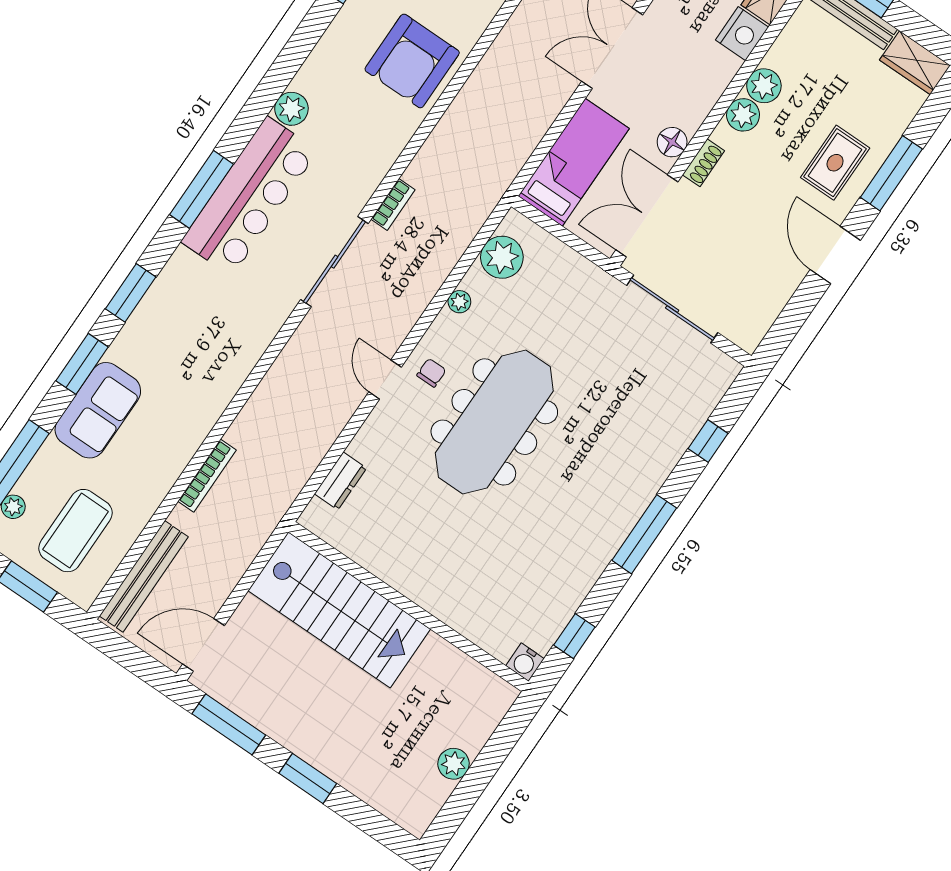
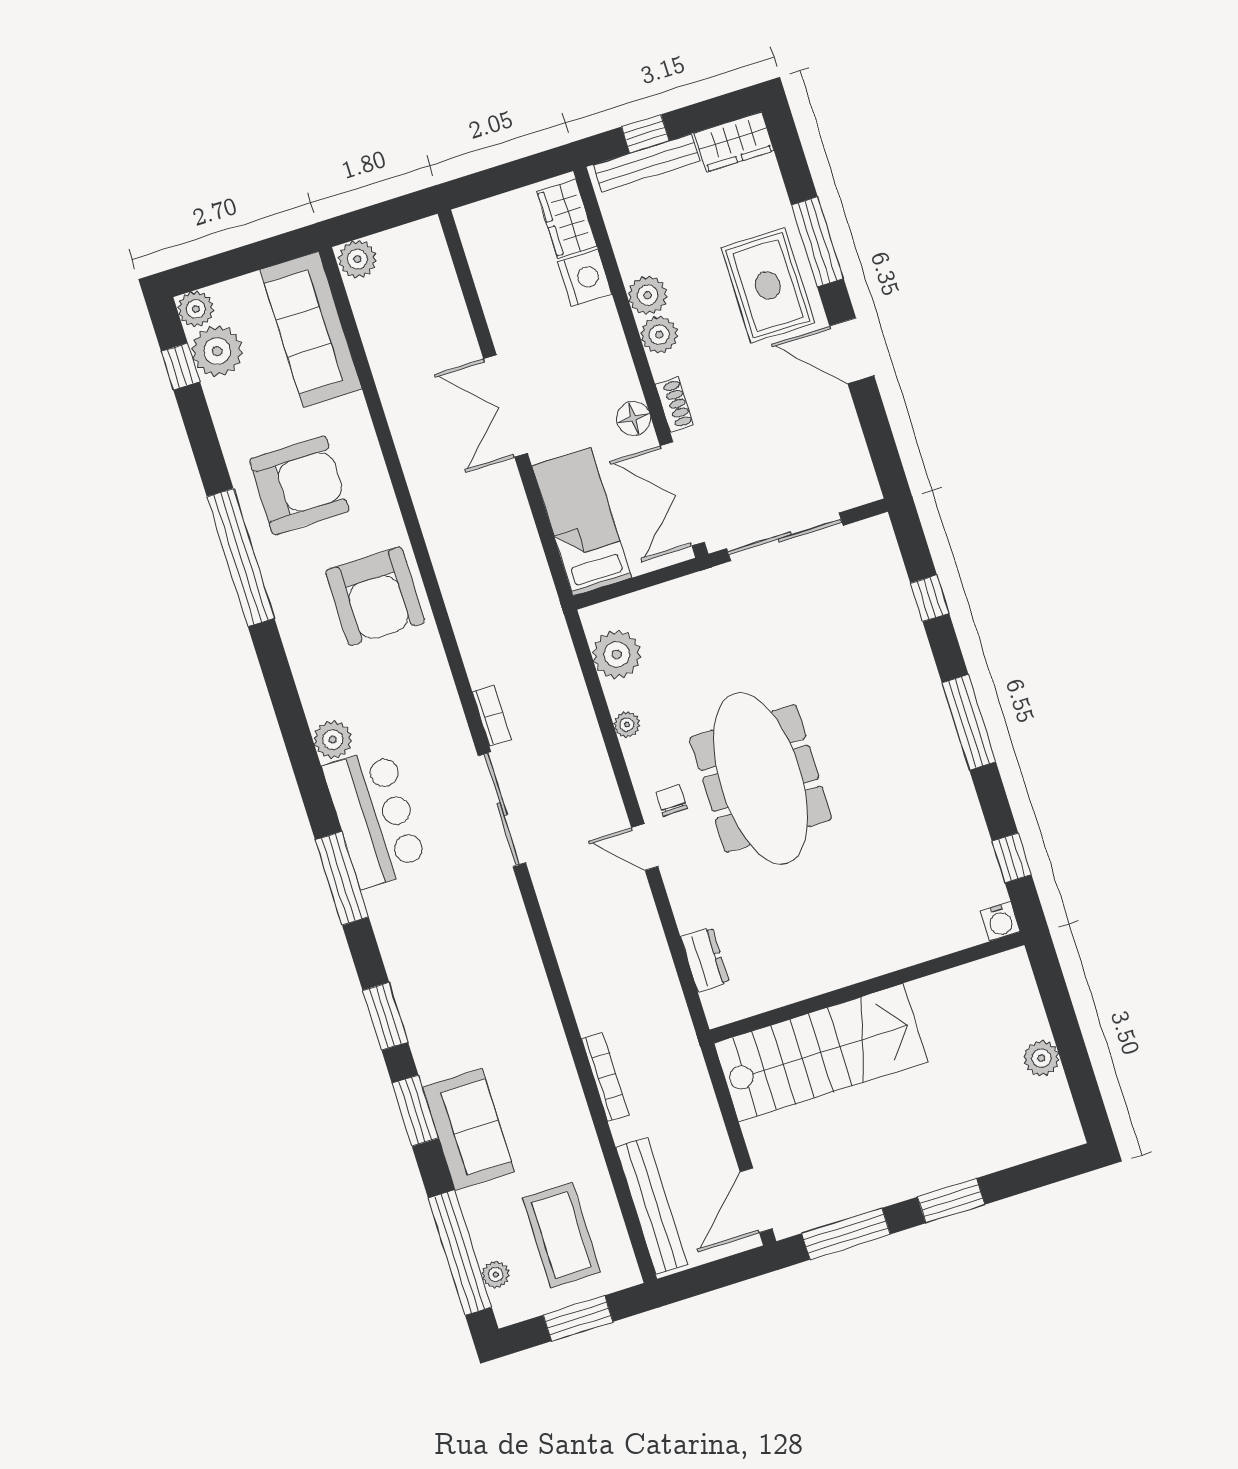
rug: (835, 163) -> (768, 285), width x1.36, depth x1.43
bar counter: (249, 196) -> (375, 817), width x0.73

